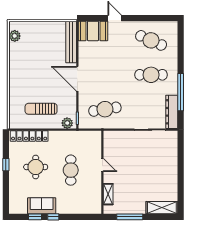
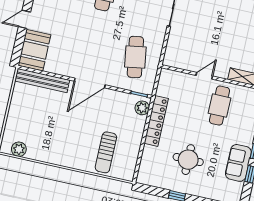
sun lounger: (41, 109) -> (106, 152), moved
locker: (29, 136) -> (156, 121), moved
cafe table: (71, 170) -> (219, 106), moved, turned 90

